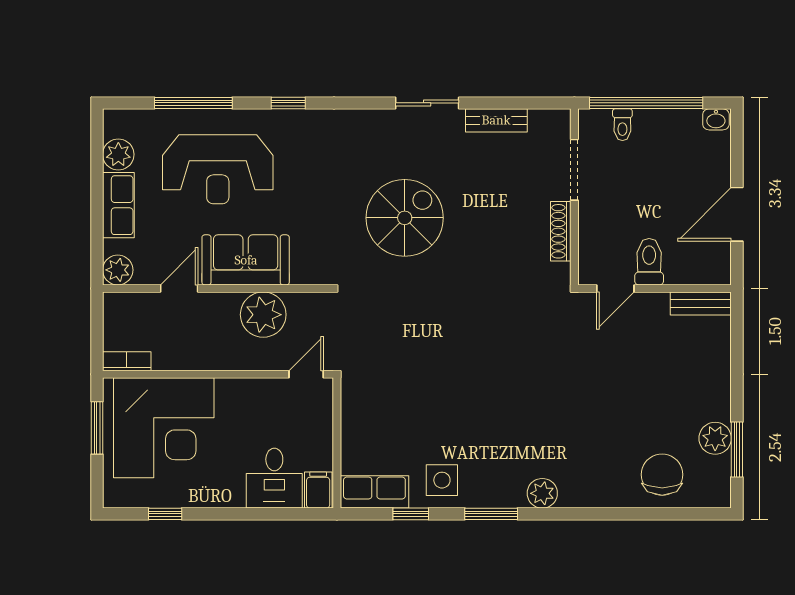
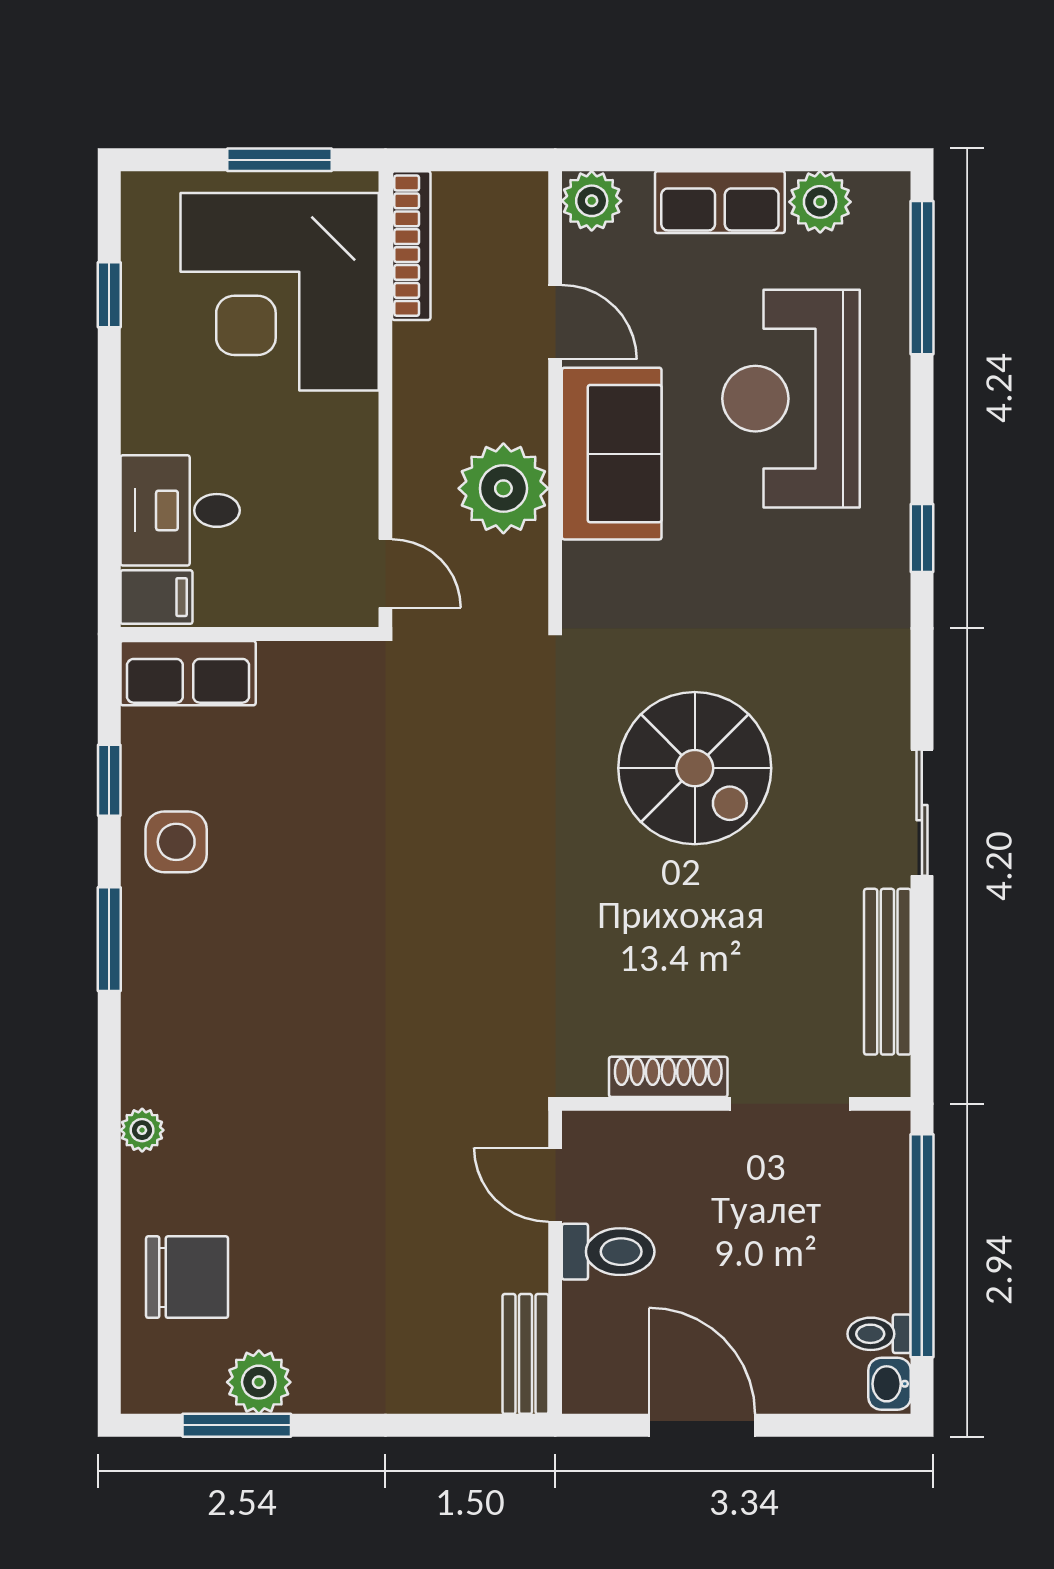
window: (193, 103) -> (922, 278), moved
bench: (496, 120) -> (887, 972), width x1.36
toilet: (622, 125) -> (879, 1334), moved
bookcase: (127, 361) -> (411, 246), width x1.56
row of seats: (374, 492) -> (188, 673), moved, turned 90
plant: (542, 493) -> (142, 1130), moved, width x0.73, depth x0.73

